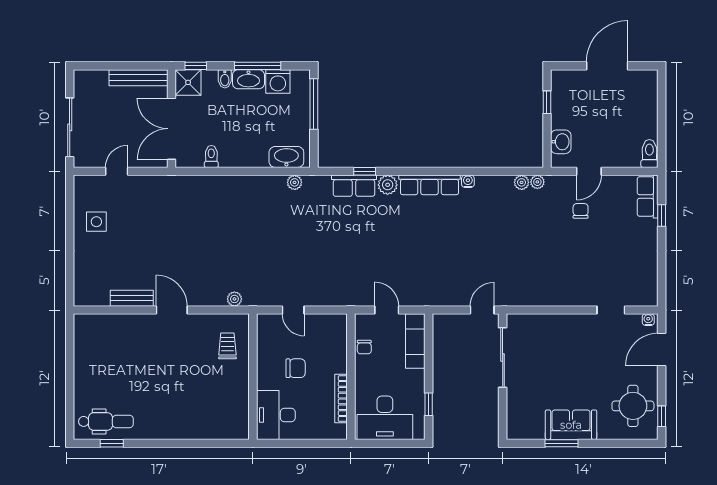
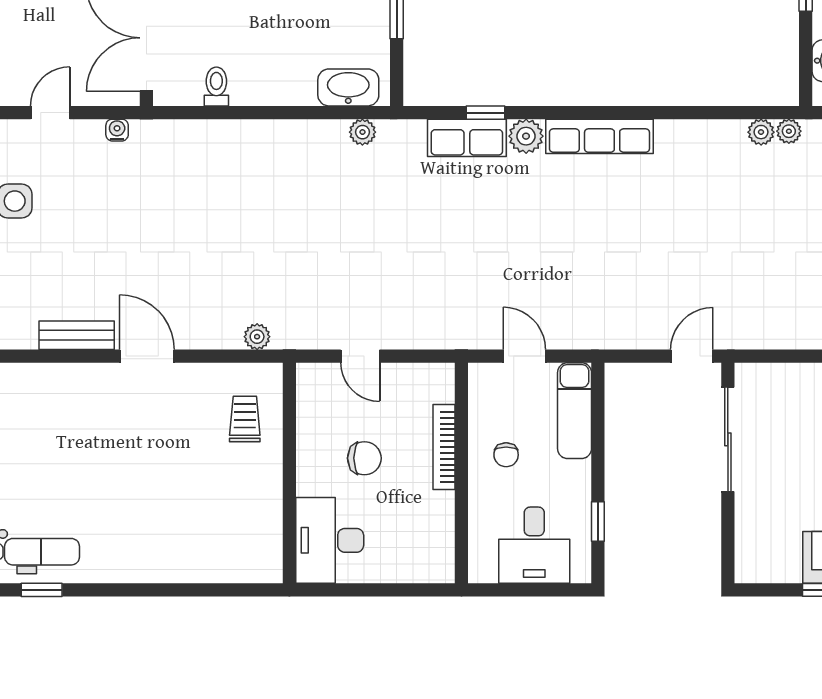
water cooler: (468, 181) -> (117, 130), moved
chair: (364, 347) -> (506, 455), moved
bookcase: (341, 399) -> (444, 447), moved
desk: (385, 418) -> (534, 545), width x0.73

